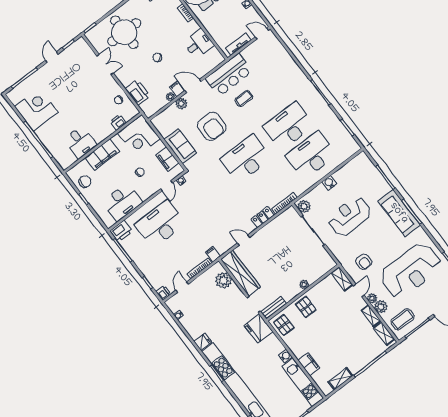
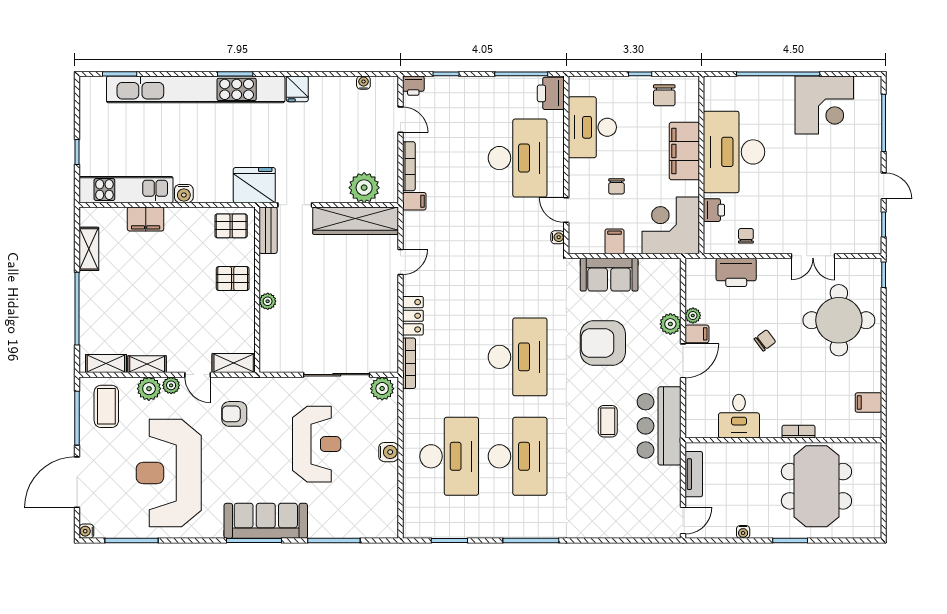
desk: (80, 142) -> (734, 152), width x1.87, depth x1.30
filing cabinet: (167, 159) -> (614, 241), width x0.50

